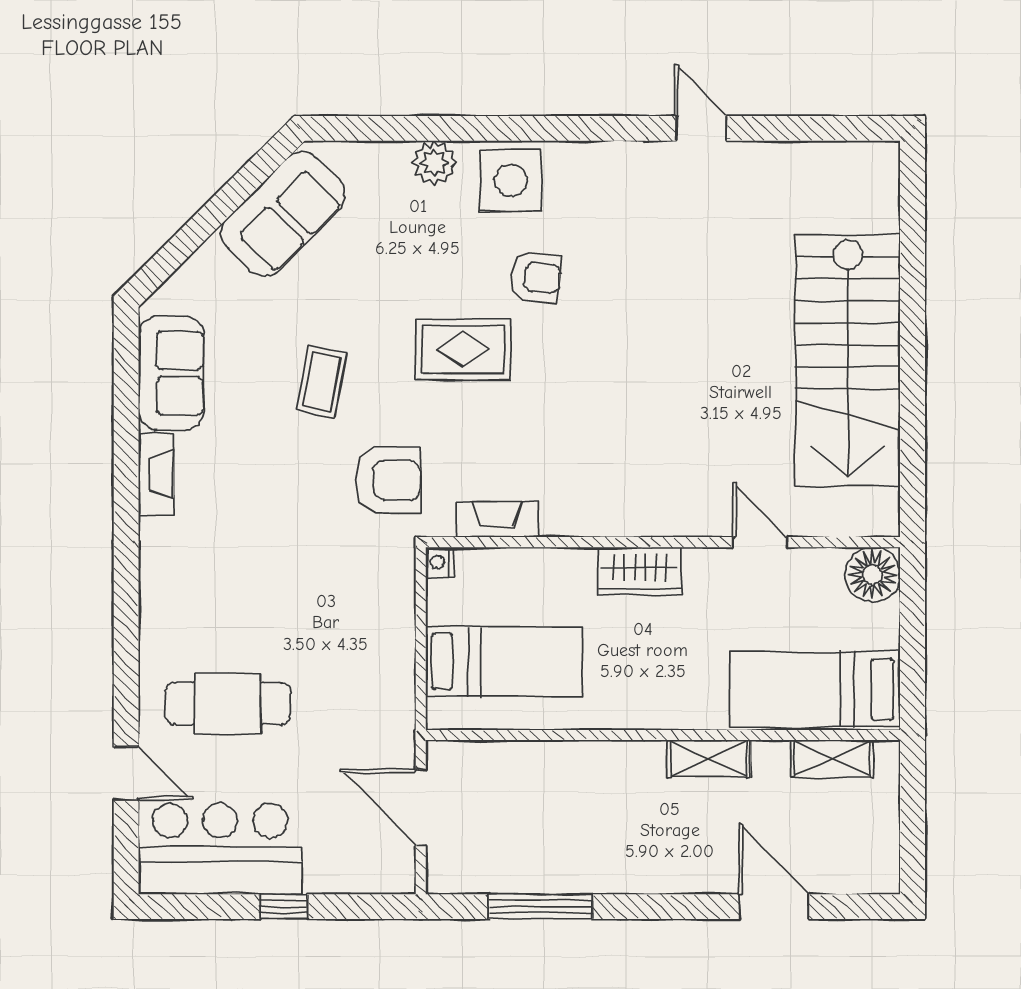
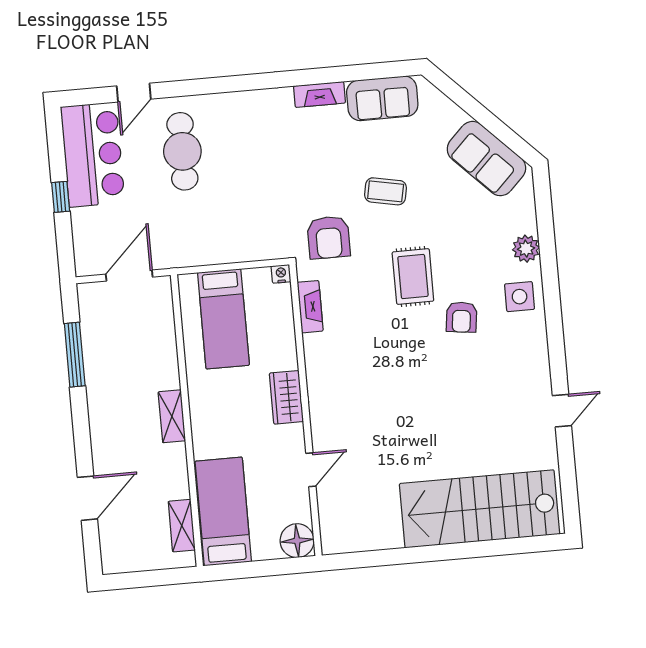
side table: (511, 180) -> (520, 297), width x0.73, depth x0.73
stairs: (848, 361) -> (480, 509), moved
shelving: (709, 759) -> (172, 416), moved

